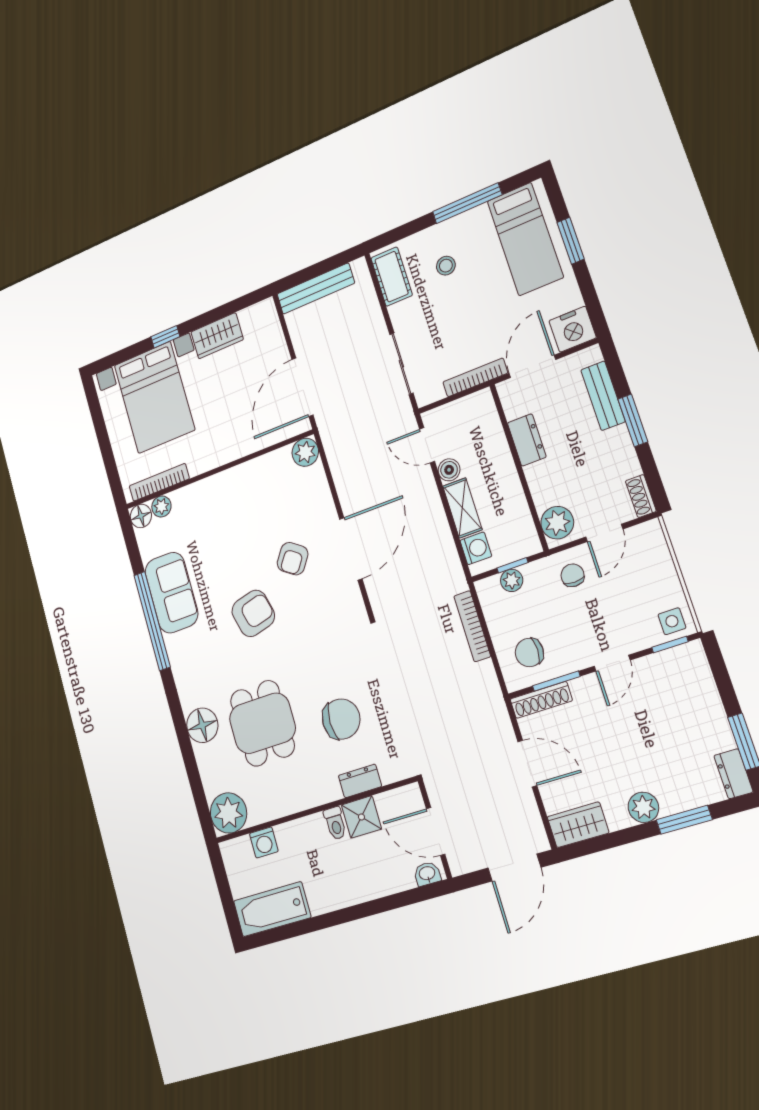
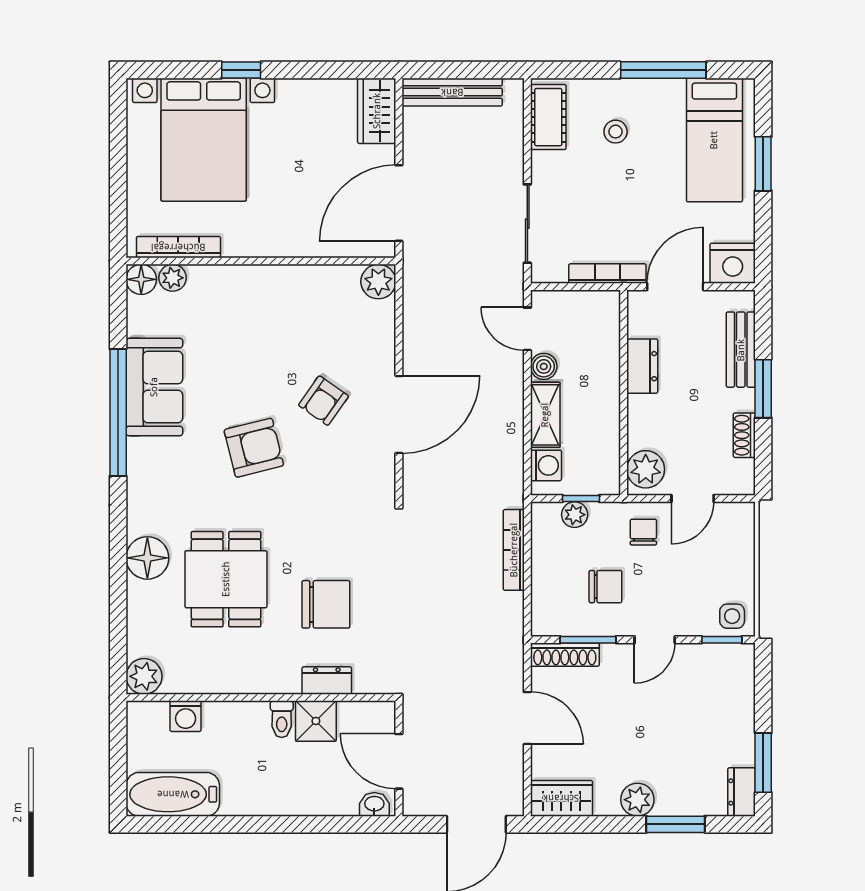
wardrobe: (217, 336) -> (377, 111), moved, turned 90
shoe rack: (641, 496) -> (744, 435), moved
chair: (529, 653) -> (605, 587), moved, turned 180
plant: (229, 813) -> (144, 676), width x0.73, depth x0.73

